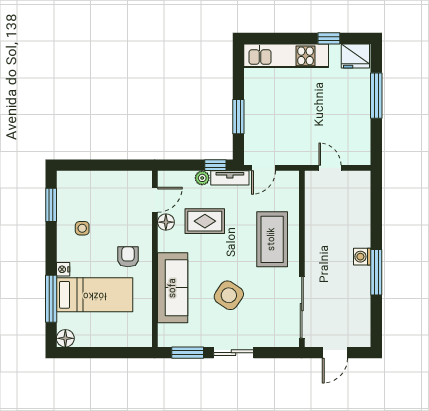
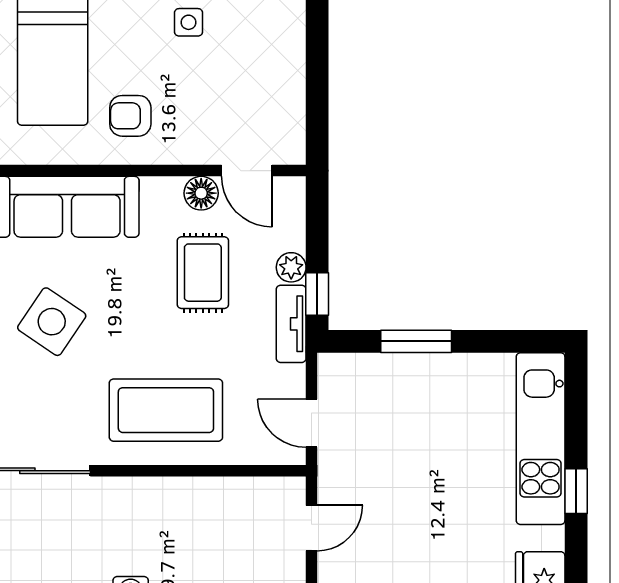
window: (329, 38) -> (576, 491), moved
door: (264, 168) -> (312, 423), moved
armchair: (128, 257) -> (130, 116), turned 180

